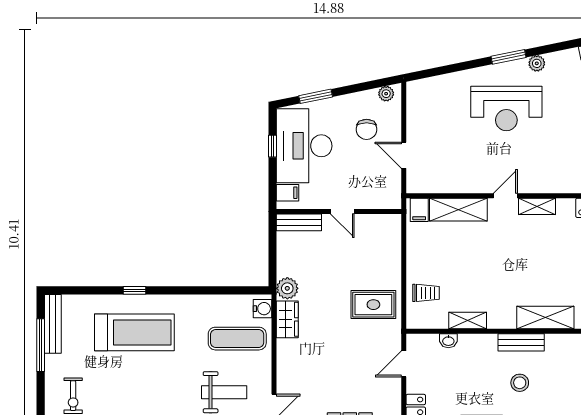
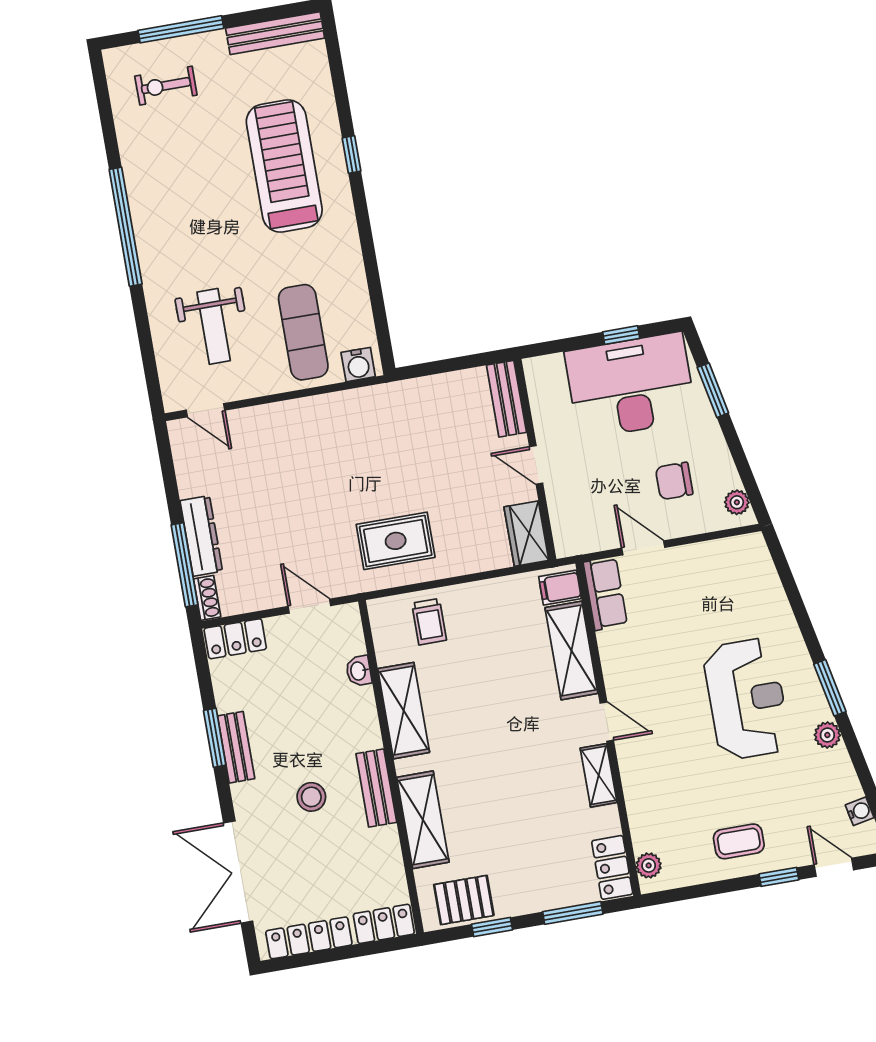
reception desk: (506, 109) -> (747, 699), turned 180
door: (404, 155) -> (643, 548), hinge flipped
row of seats: (428, 183) -> (605, 594), added
filing cabinet: (288, 193) -> (551, 372), removed
door: (342, 211) -> (536, 465), hinge flipped
plant: (287, 288) -> (398, 398), removed
rug: (373, 305) -> (396, 541), turned 90
wardrobe: (287, 319) -> (526, 534), moved, turned 90
shelving: (468, 320) -> (404, 711), width x1.50, depth x1.33
treadmill: (134, 332) -> (284, 166), turned 180
window: (41, 345) -> (181, 29), moved

